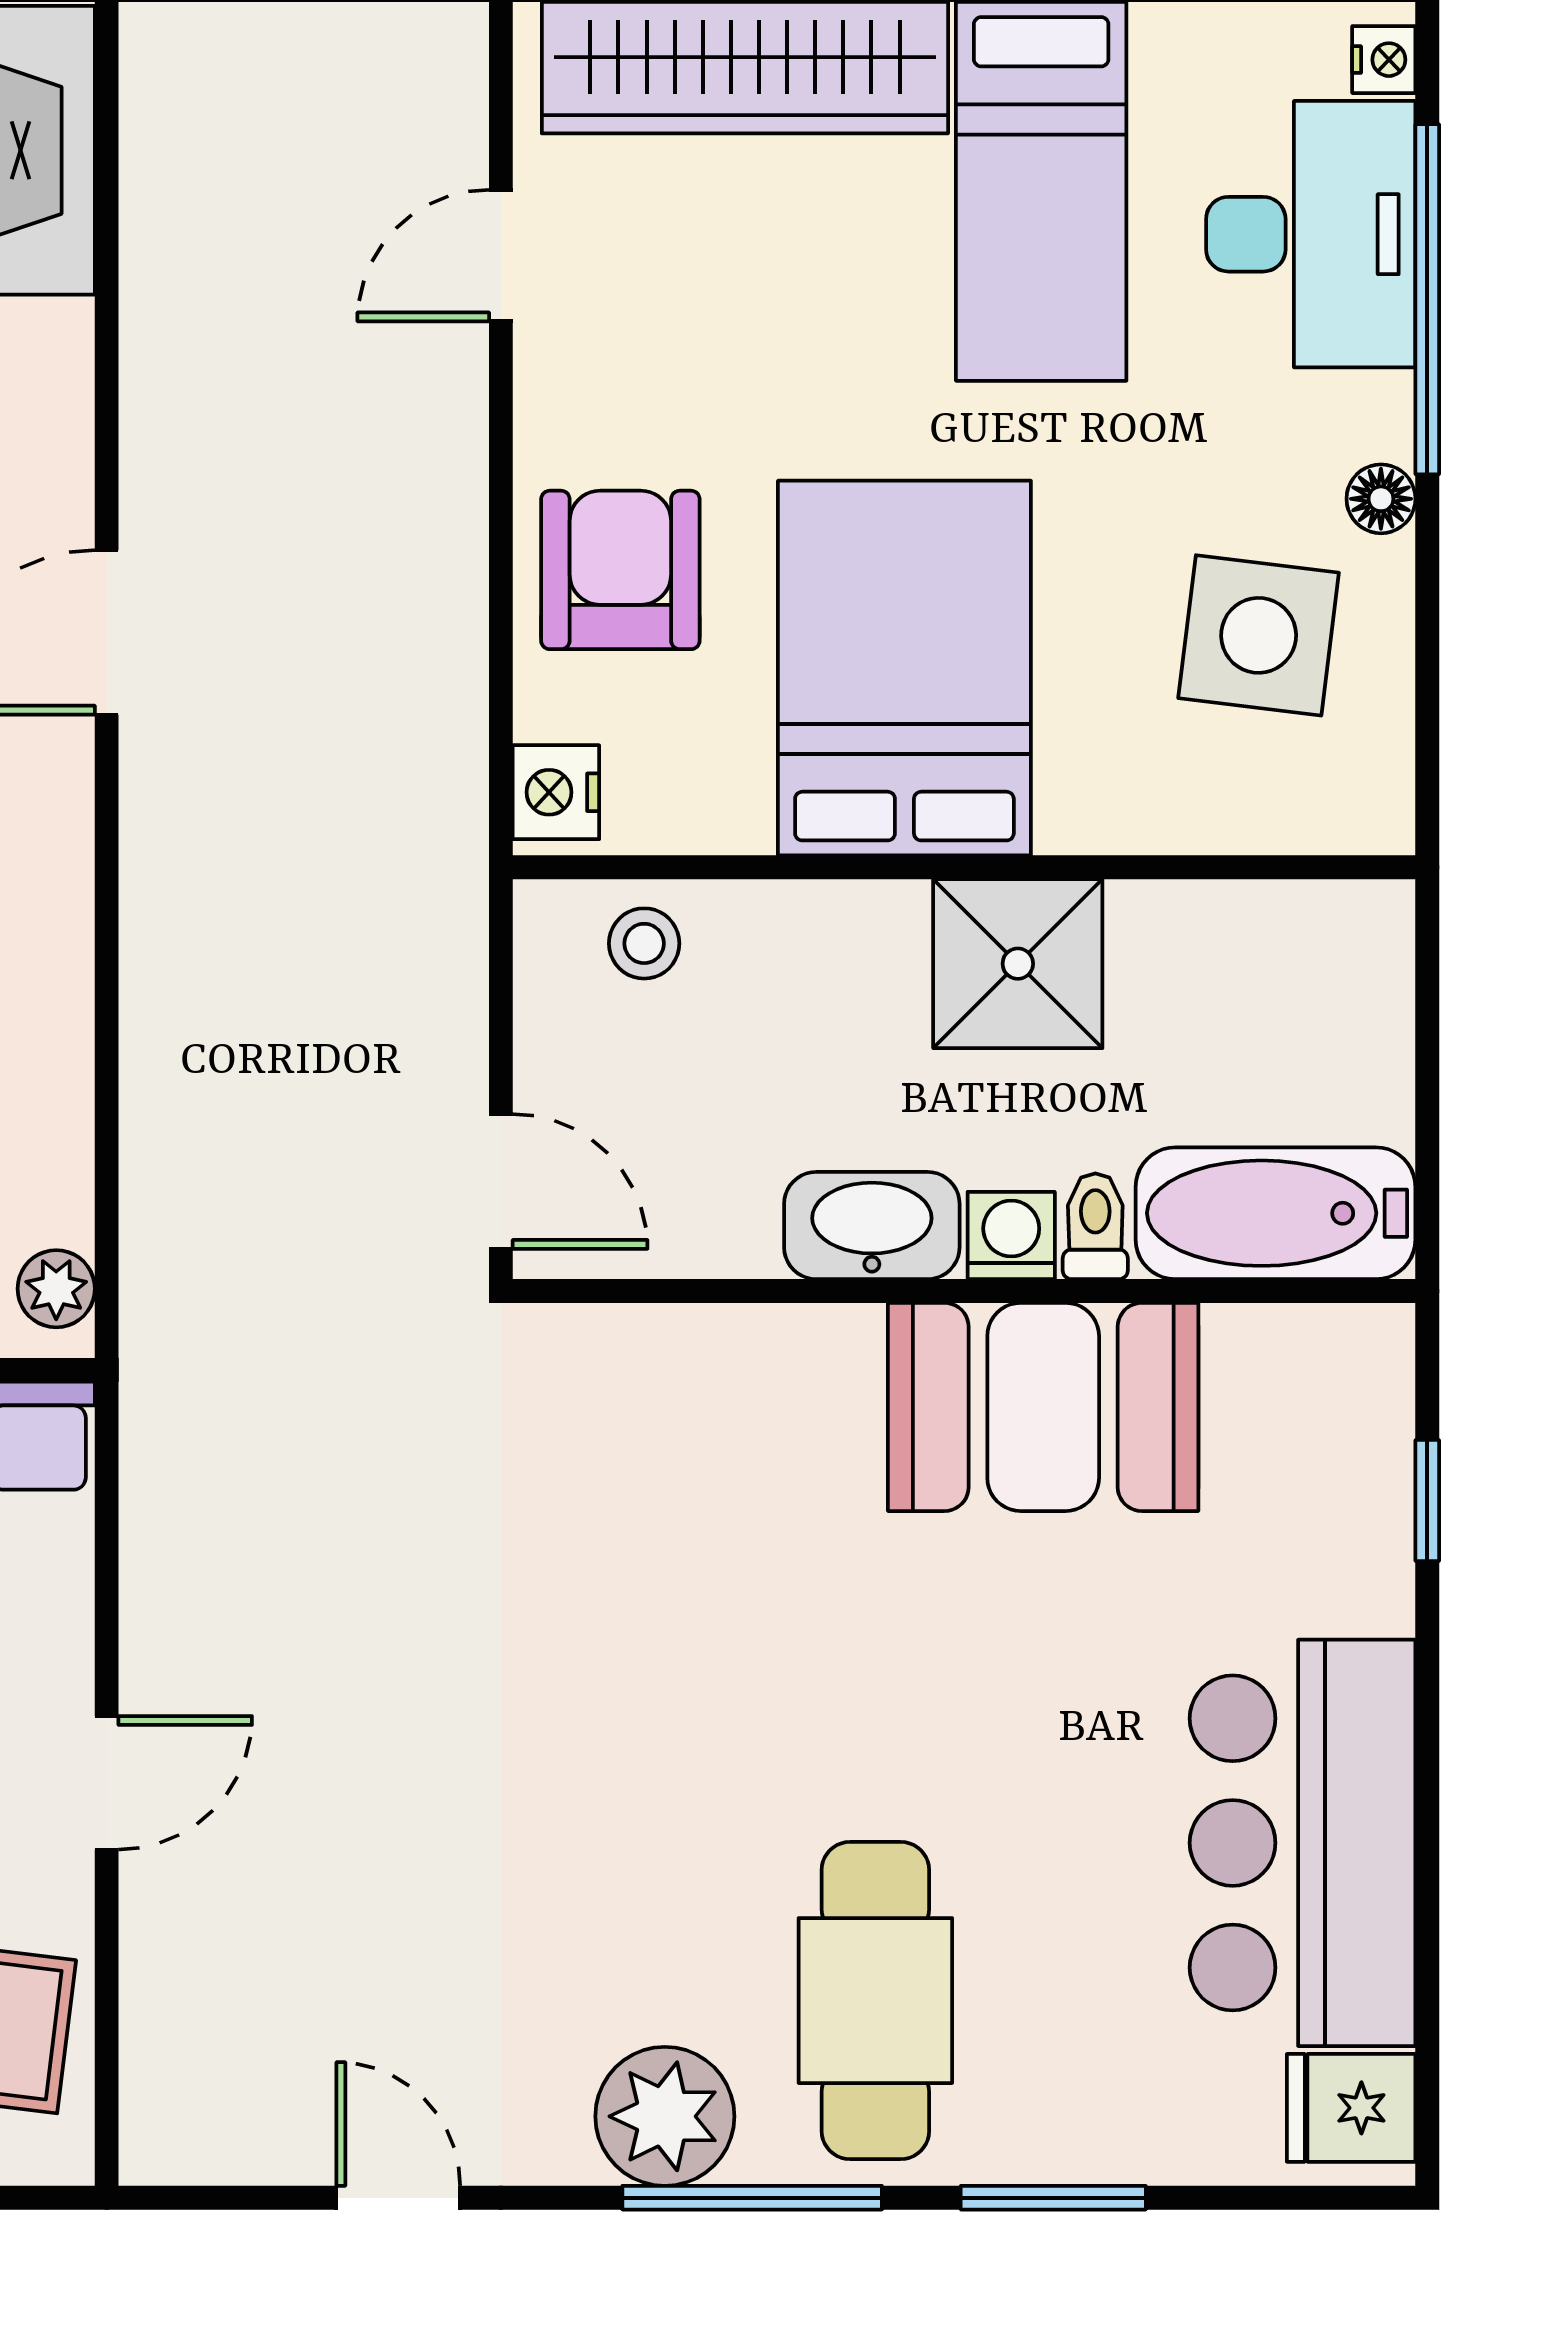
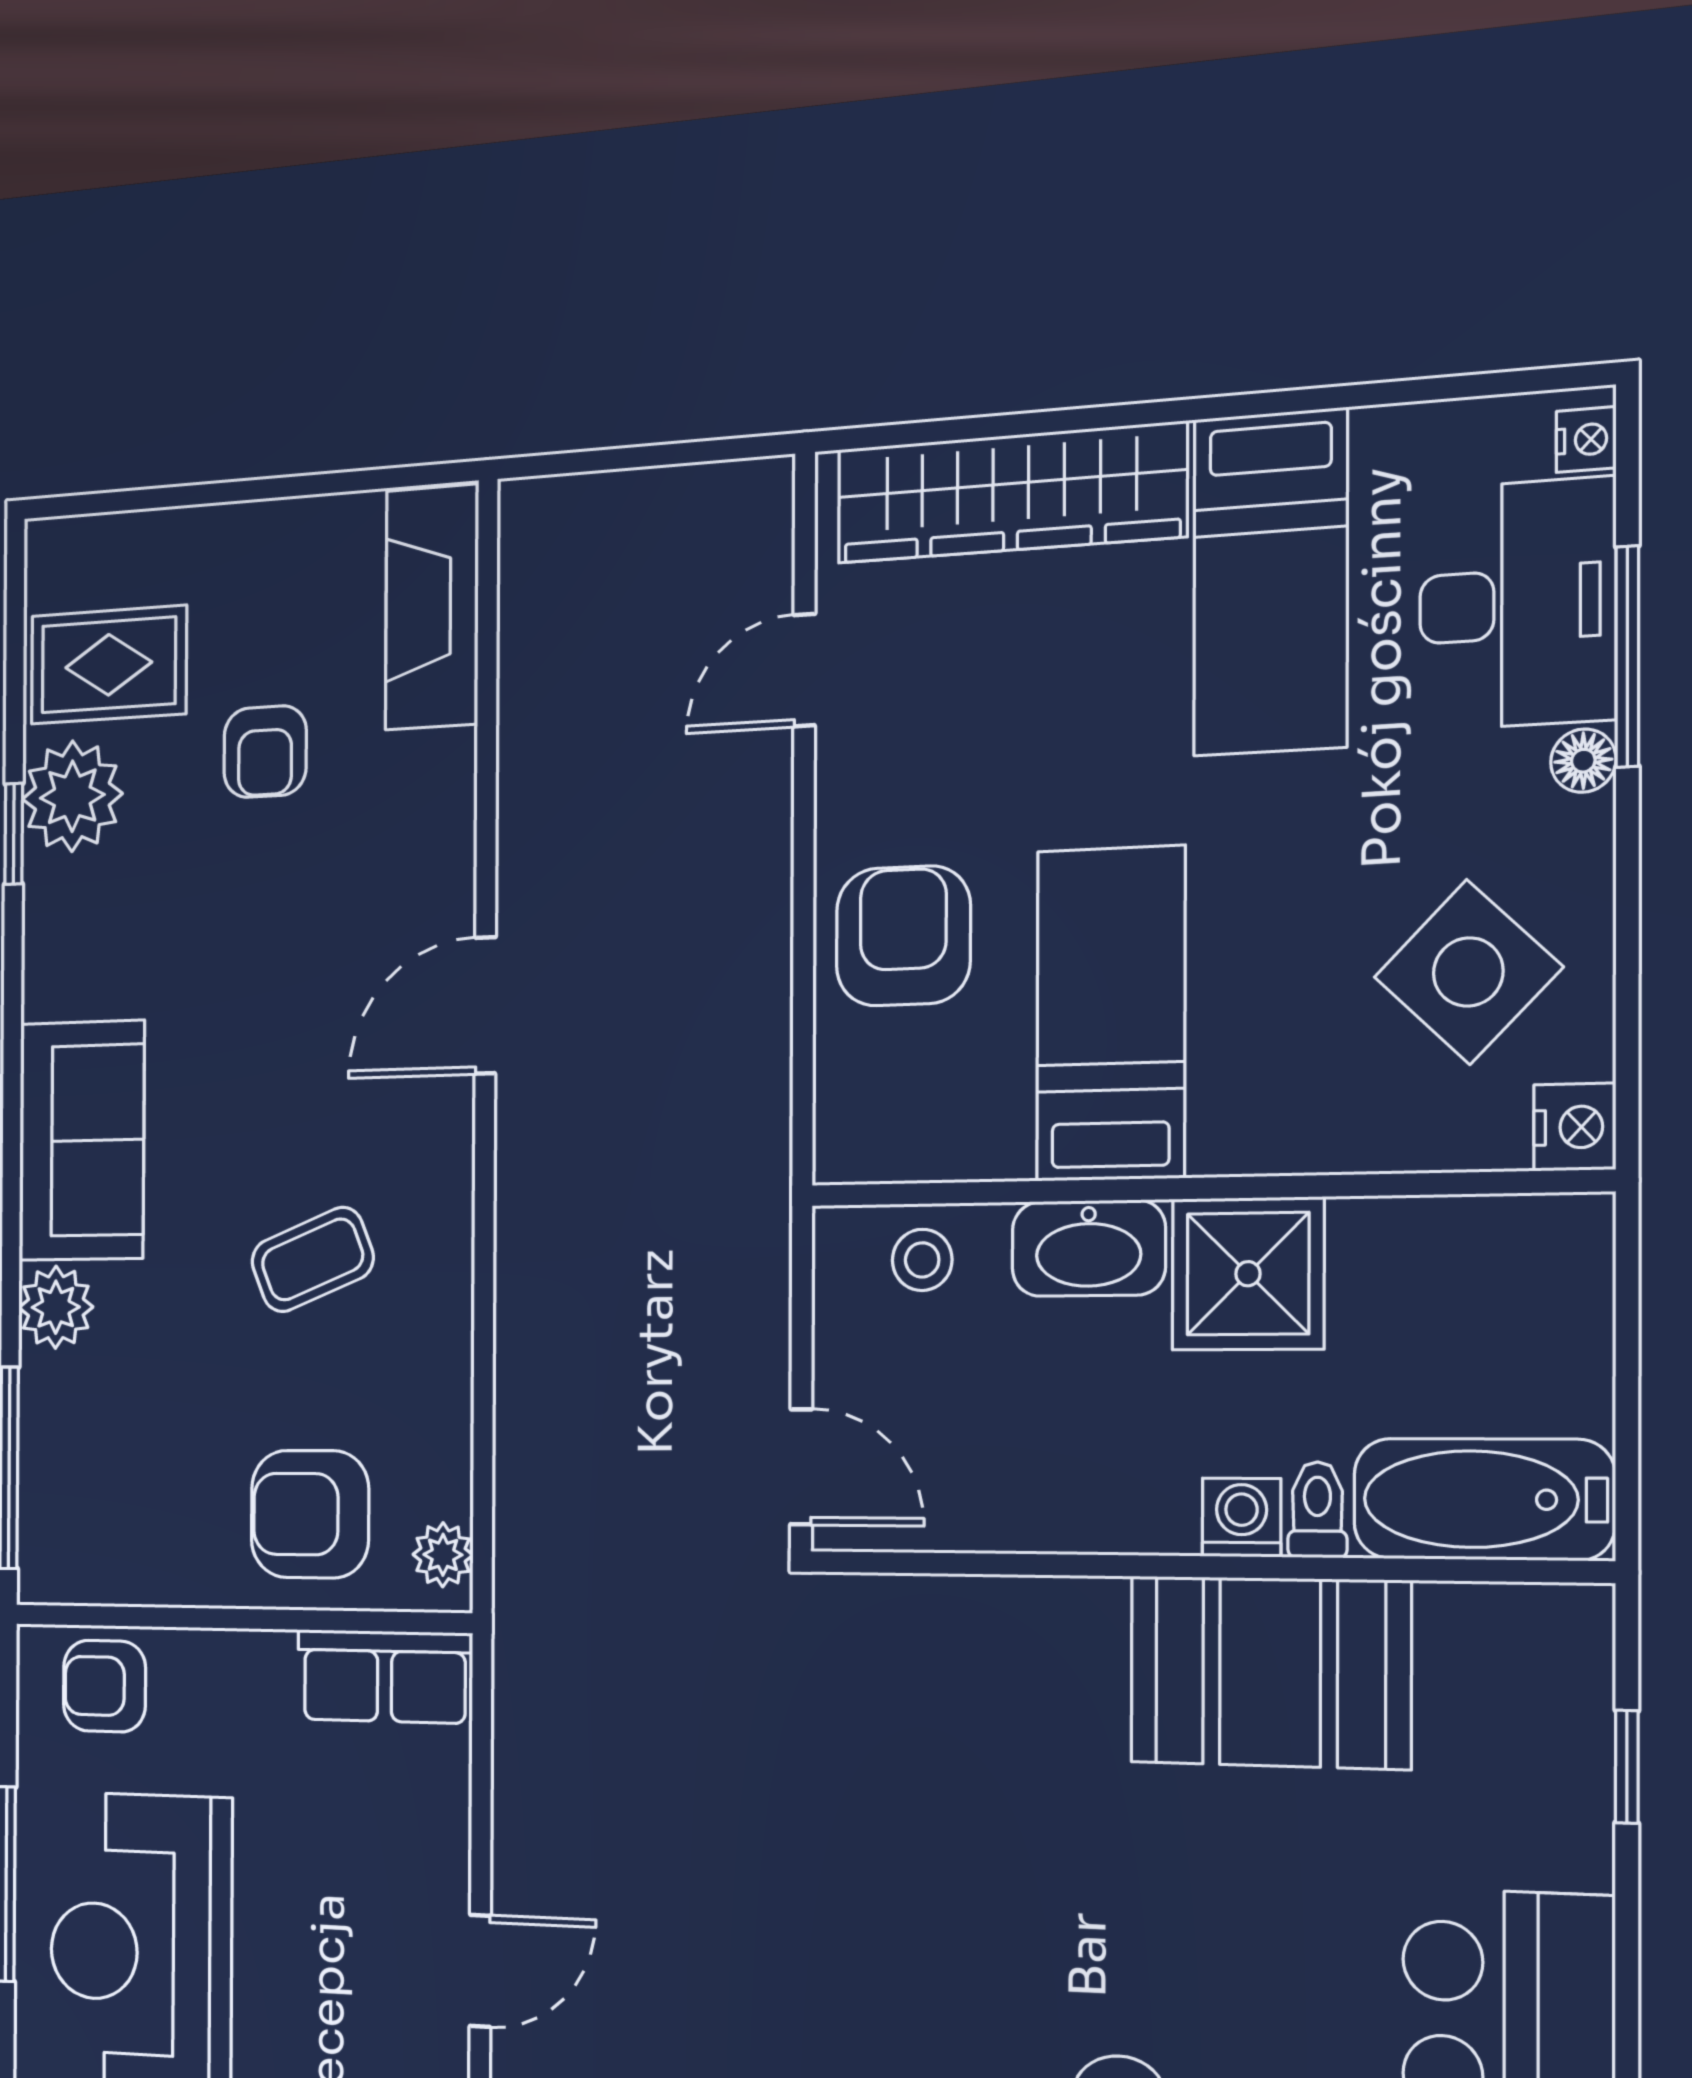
window: (1427, 299) -> (1627, 657), width x0.68
floor lamp: (1381, 499) -> (1583, 761), moved
side table: (1259, 635) -> (1468, 972), turned 37
bed: (904, 668) -> (1111, 1014), width x0.67
nightstand: (556, 792) -> (1575, 1127), moved, turned 180
washbasin: (872, 1226) -> (1089, 1248), moved, turned 180

